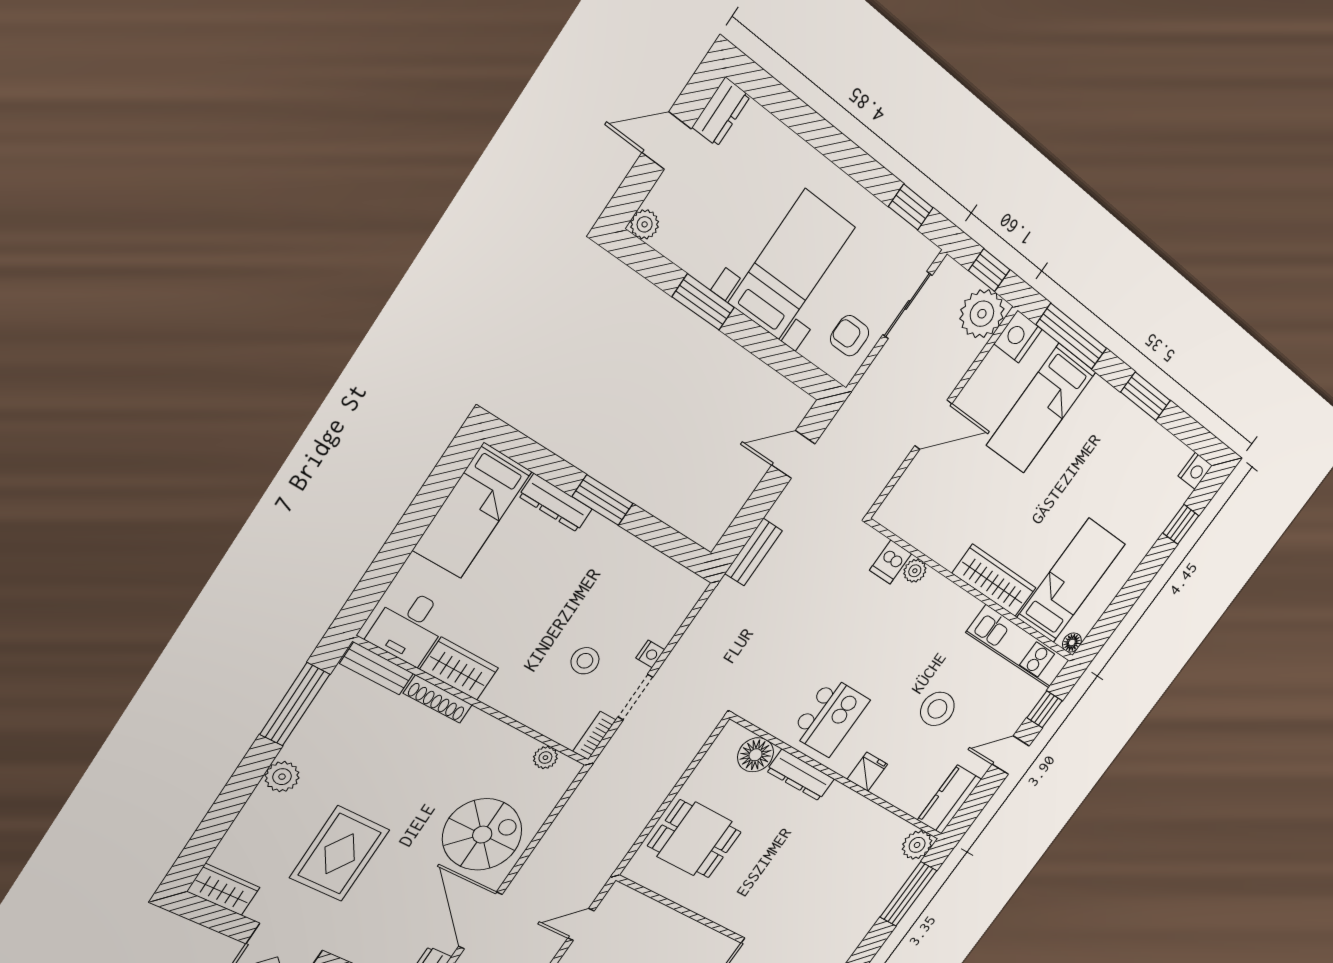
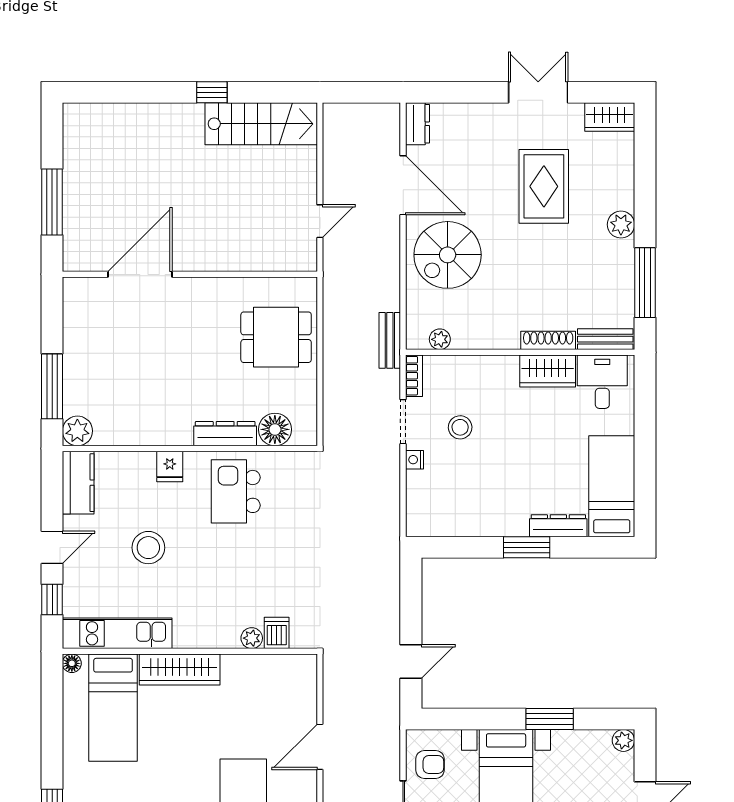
bench: (753, 552) -> (390, 340), moved

